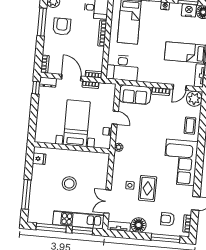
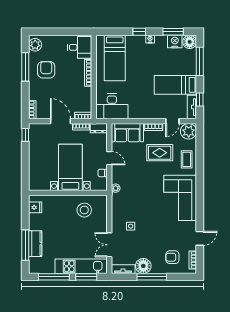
dresser: (48, 82) -> (99, 128), moved
stool: (69, 184) -> (84, 210), moved
rug: (148, 188) -> (160, 153), moved, turned 90
kitchen counter: (36, 194) -> (35, 244), added
window: (165, 238) -> (152, 277), moved

